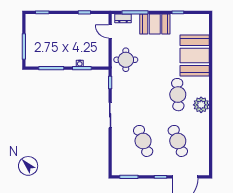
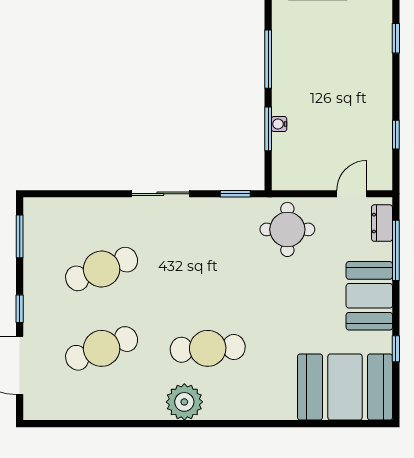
booth: (195, 55) -> (345, 387), moved

